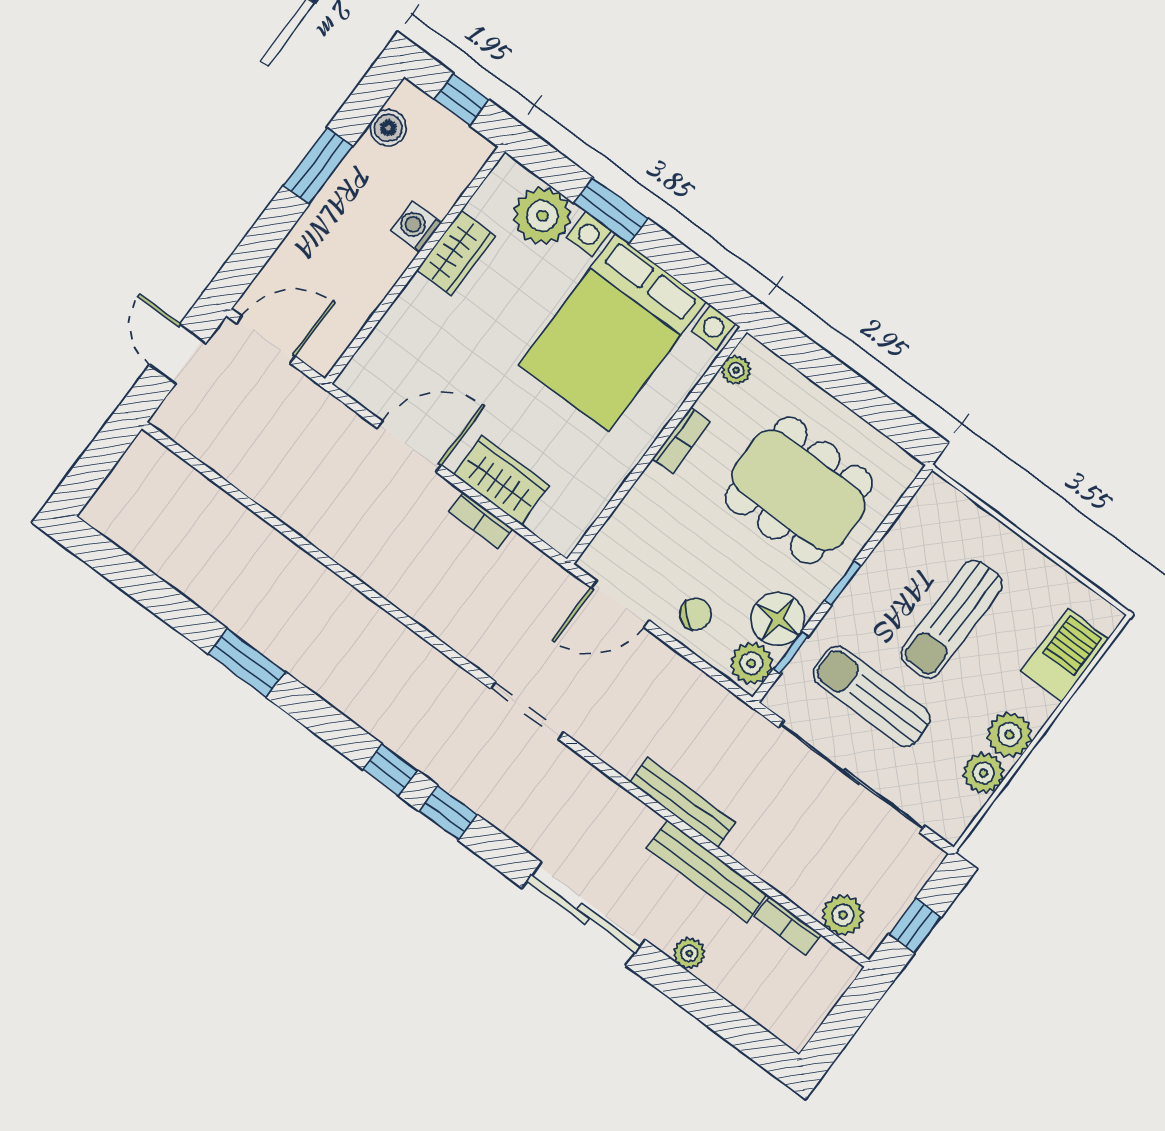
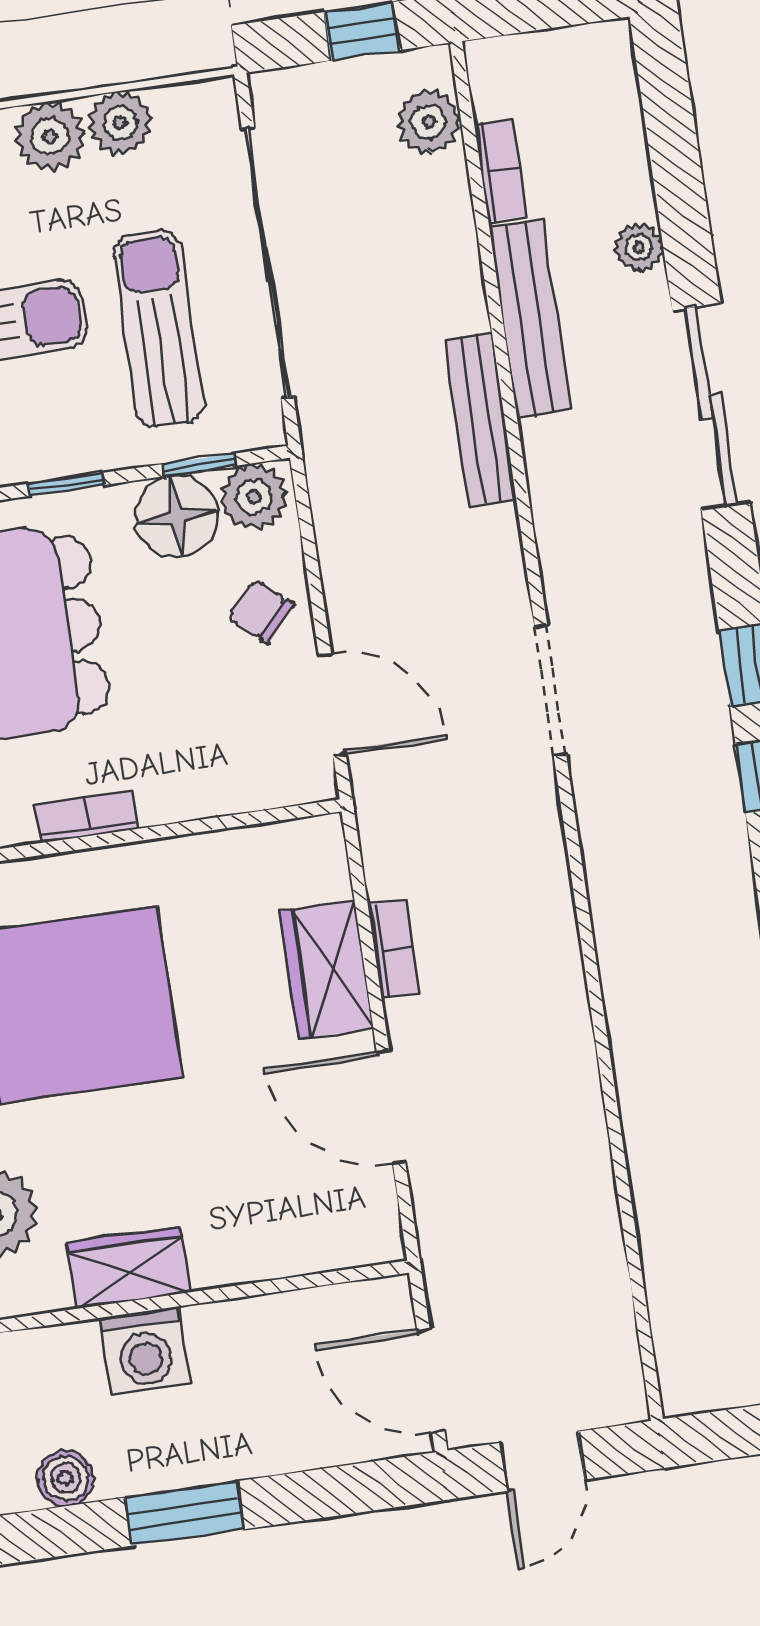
washing machine: (416, 226) -> (145, 1351), width x1.38, depth x1.38
sun lounger: (872, 696) -> (159, 329), turned 180

